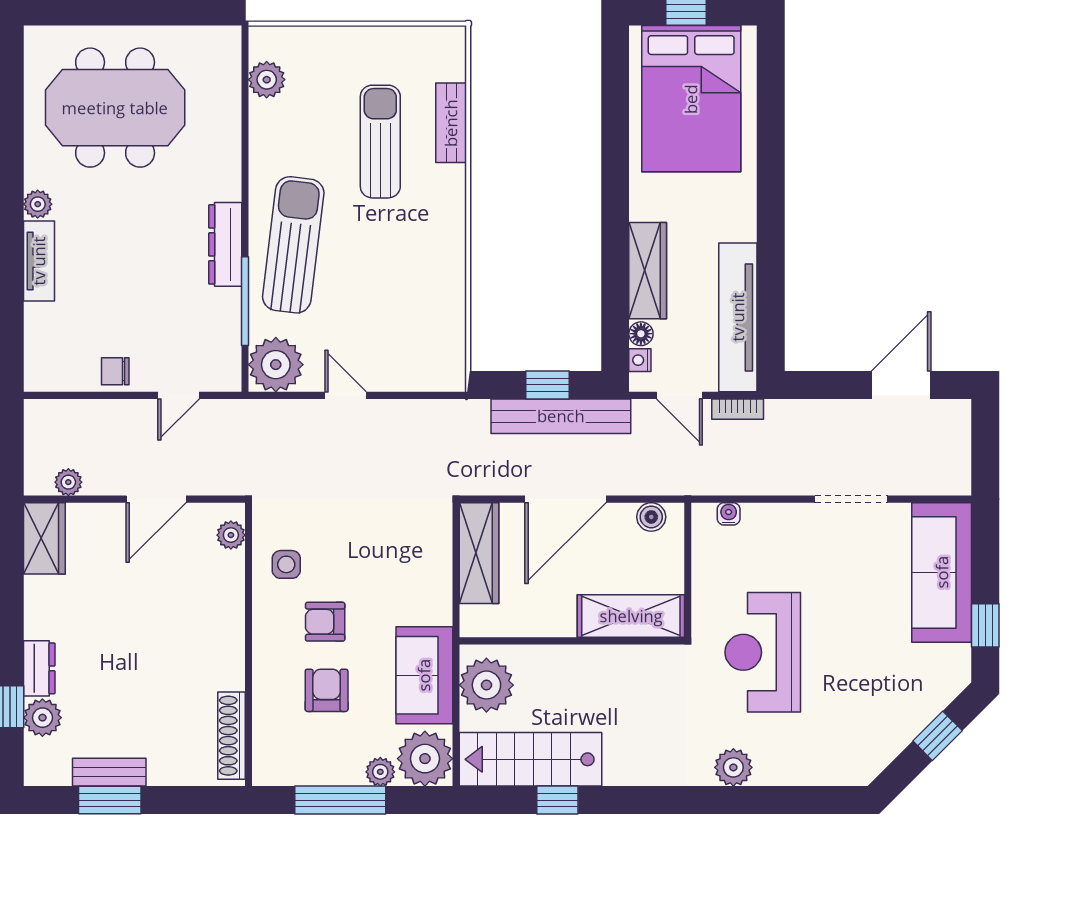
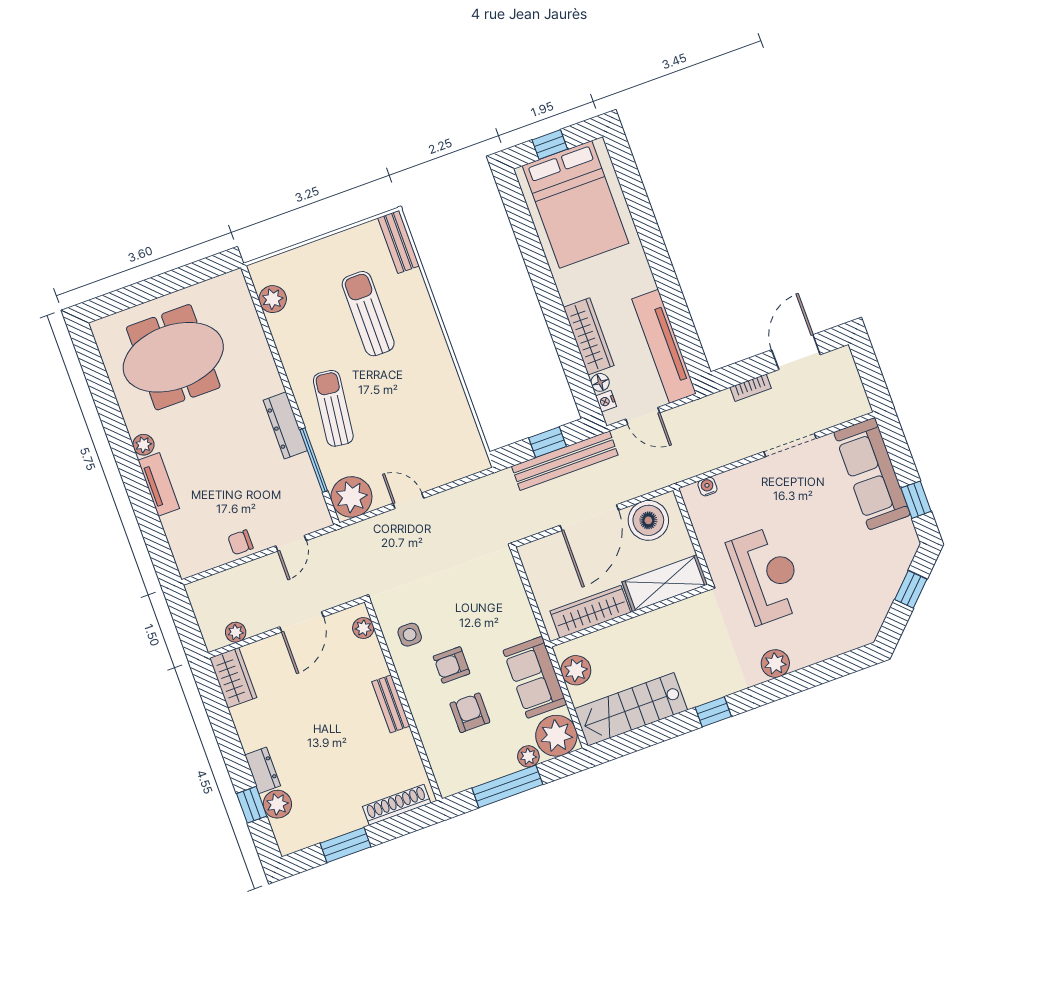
bench: (451, 123) -> (399, 242), moved
sun lounger: (293, 245) -> (333, 408), width x0.73, depth x0.75
bookcase: (738, 409) -> (751, 388), moved
boiler: (651, 517) -> (648, 520), width x1.86, depth x1.86
wardrobe: (479, 553) -> (590, 612), moved, turned -90
reception desk: (763, 652) -> (767, 575), turned 180
plant: (486, 685) -> (576, 670), width x0.73, depth x0.73
shoe rack: (232, 736) -> (397, 805), moved, turned 90
bench: (109, 772) -> (391, 704), moved, turned 90
window: (557, 800) -> (713, 712), moved

